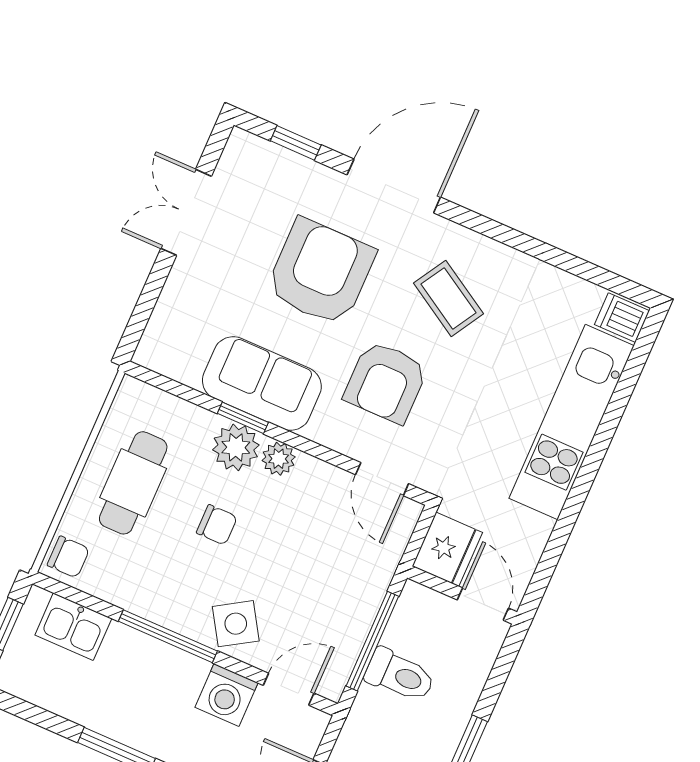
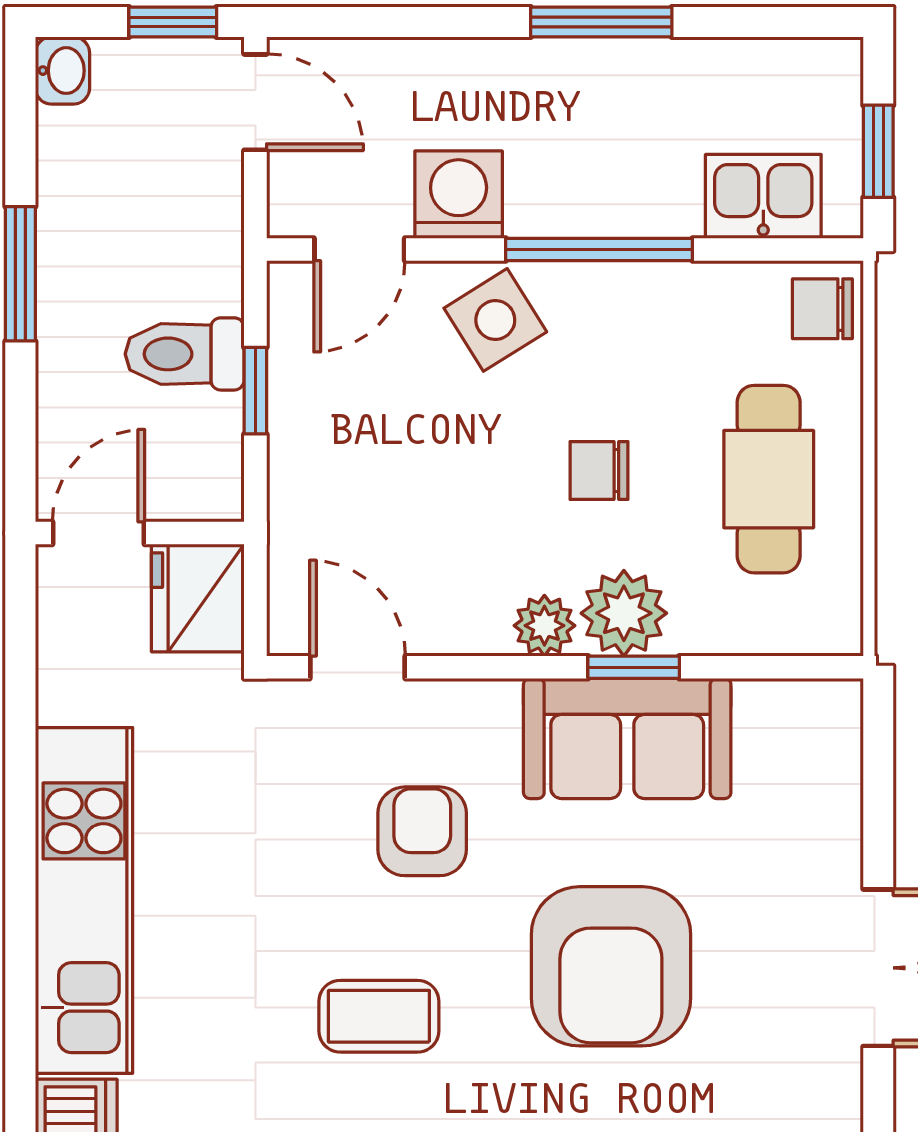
coffee table: (448, 298) -> (379, 1016), turned -31
armchair: (386, 382) -> (422, 831), width x0.72, depth x0.72
door: (483, 604) -> (99, 533), swing flipped
window: (372, 641) -> (255, 391), width x0.46

